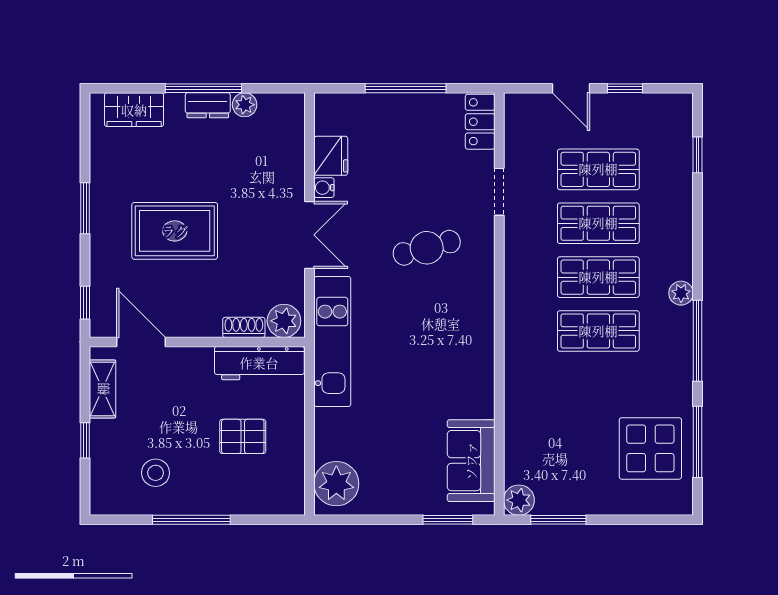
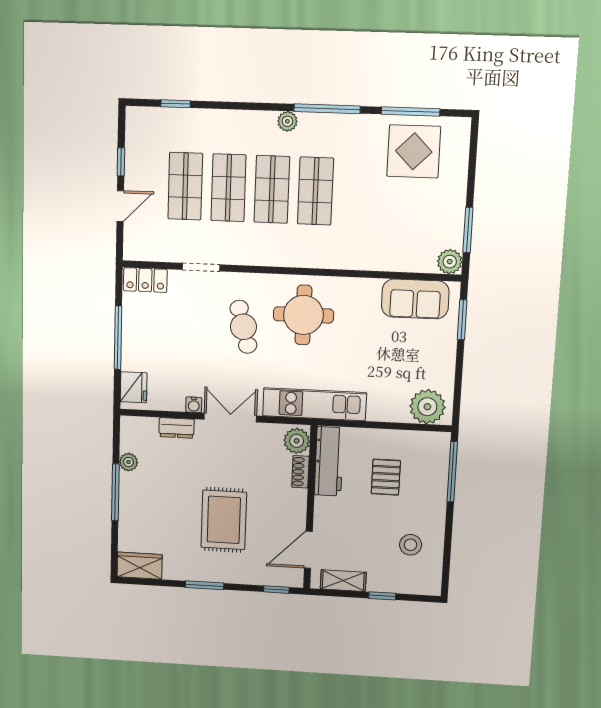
dresser: (208, 105) -> (177, 428), moved, turned 90
wardrobe: (134, 110) -> (140, 566), moved, turned -90
fridge: (331, 156) -> (134, 387), moved, turned 90
round table: (445, 323) -> (303, 315), added
window: (191, 520) -> (452, 472), moved

